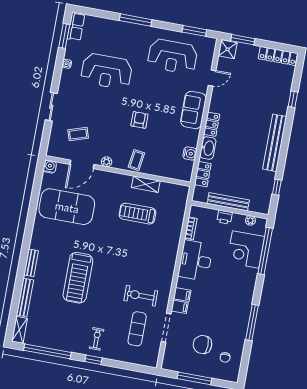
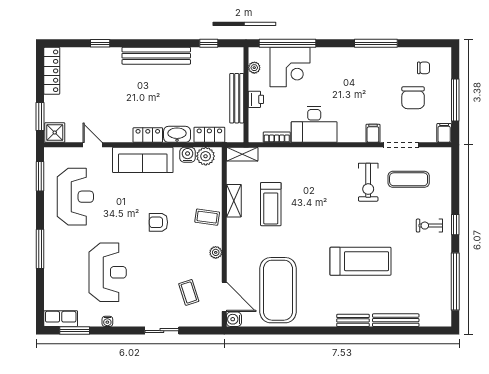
sofa: (193, 110) -> (143, 160), width x1.36
door: (82, 164) -> (224, 297), moved
plant: (186, 168) -> (206, 156), added
filing cabinet: (182, 295) -> (444, 133), moved
shelving: (19, 330) -> (242, 154), moved

